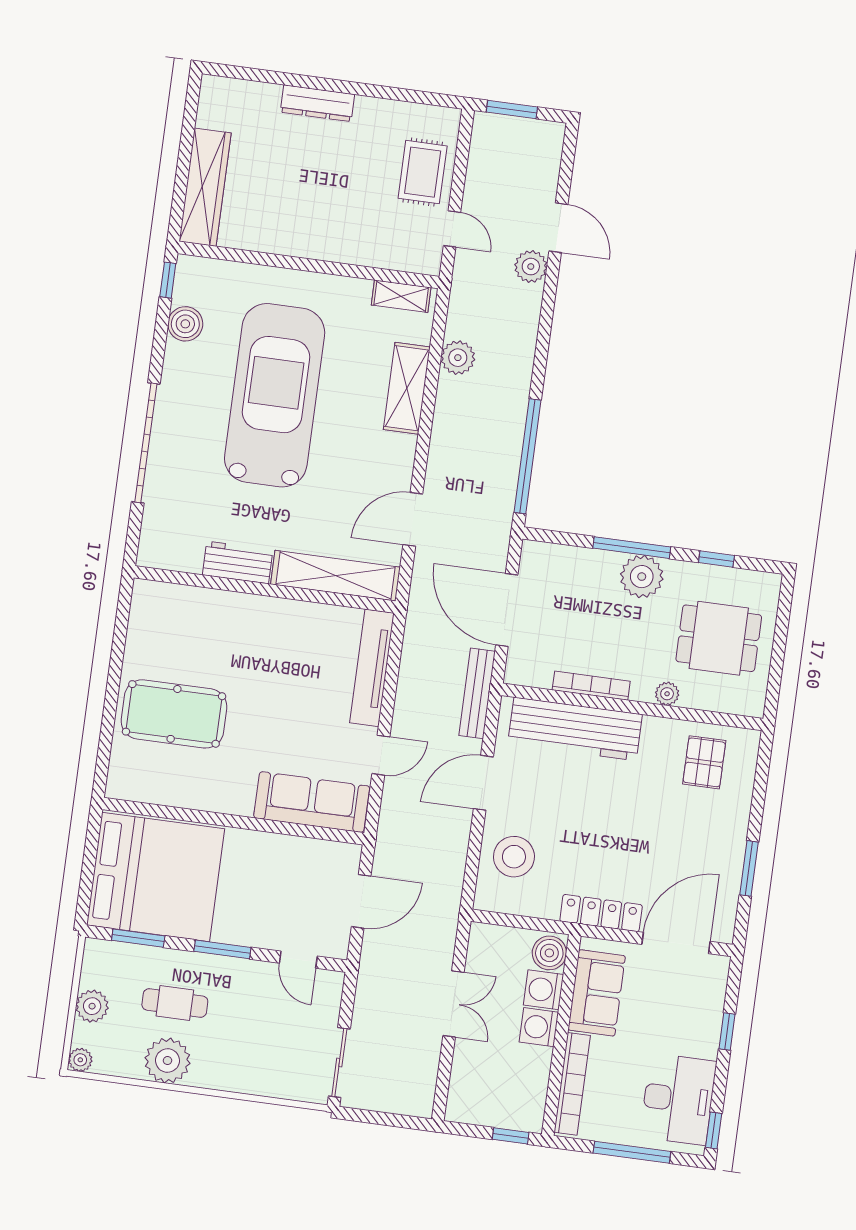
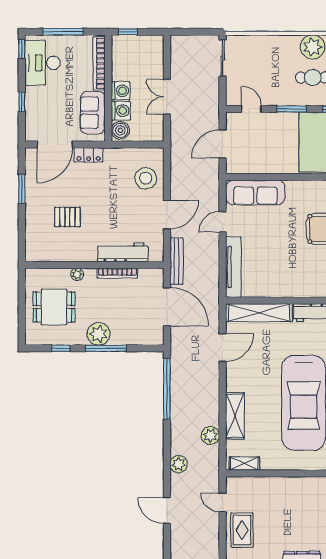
plant: (531, 267) -> (179, 464), moved
workbench: (575, 729) -> (123, 252), width x0.73, depth x0.76
pallet: (704, 762) -> (67, 217), moved, turned 90
locker: (601, 913) -> (89, 155), width x0.66

